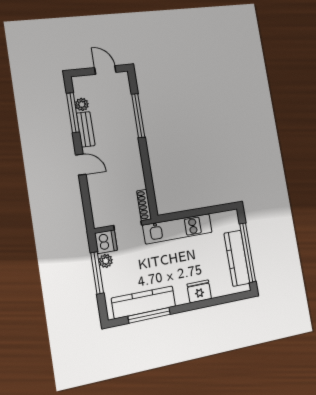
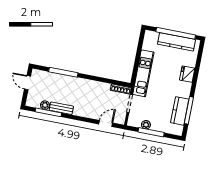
door: (105, 70) -> (27, 83), hinge flipped
door: (81, 165) -> (106, 124), moved
dishwasher: (106, 242) -> (135, 120), removed
kitchen counter: (144, 302) -> (180, 111), width x0.67

